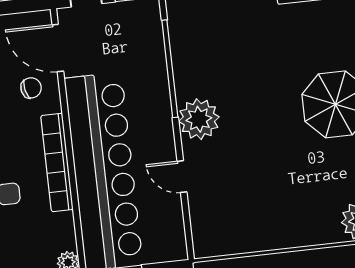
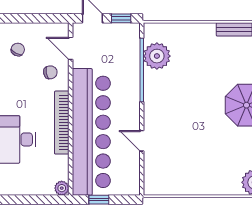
door: (58, 48) -> (71, 48), width x0.73
plant: (199, 119) -> (157, 56), moved

